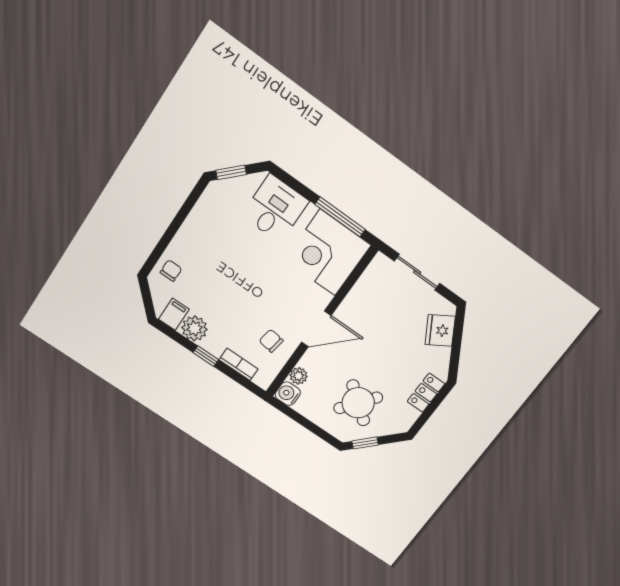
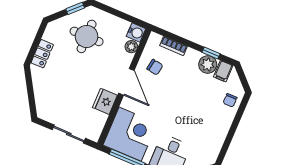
door: (316, 329) -> (126, 82), swing flipped
fridge: (440, 330) -> (105, 101), moved, turned -149
window: (206, 356) -> (211, 53), moved
round table: (358, 403) -> (87, 36), turned -38

